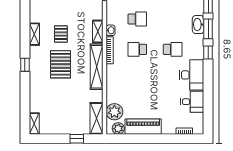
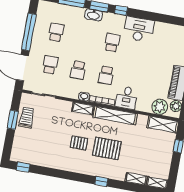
school desk: (137, 19) -> (78, 70), turned 180
shelving: (34, 34) -> (136, 179), moved
desk: (192, 102) -> (127, 98), moved, turned 180

